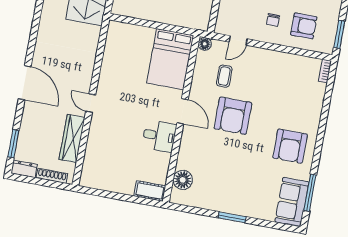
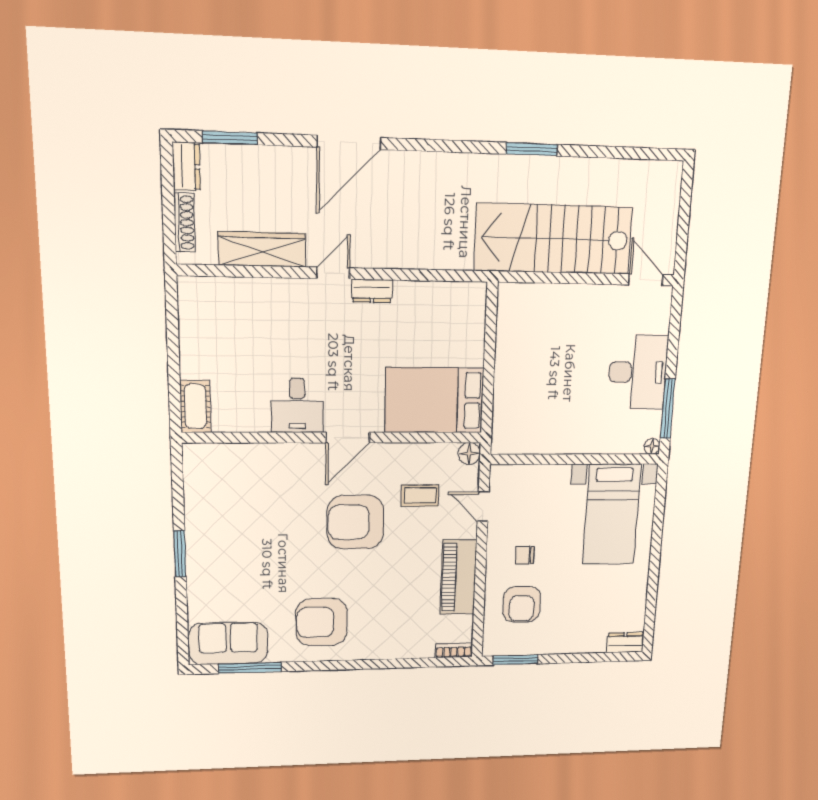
piano: (279, 61) -> (458, 577), added
dresser: (104, 84) -> (372, 291), added
floor lamp: (183, 180) -> (227, 460), removed

